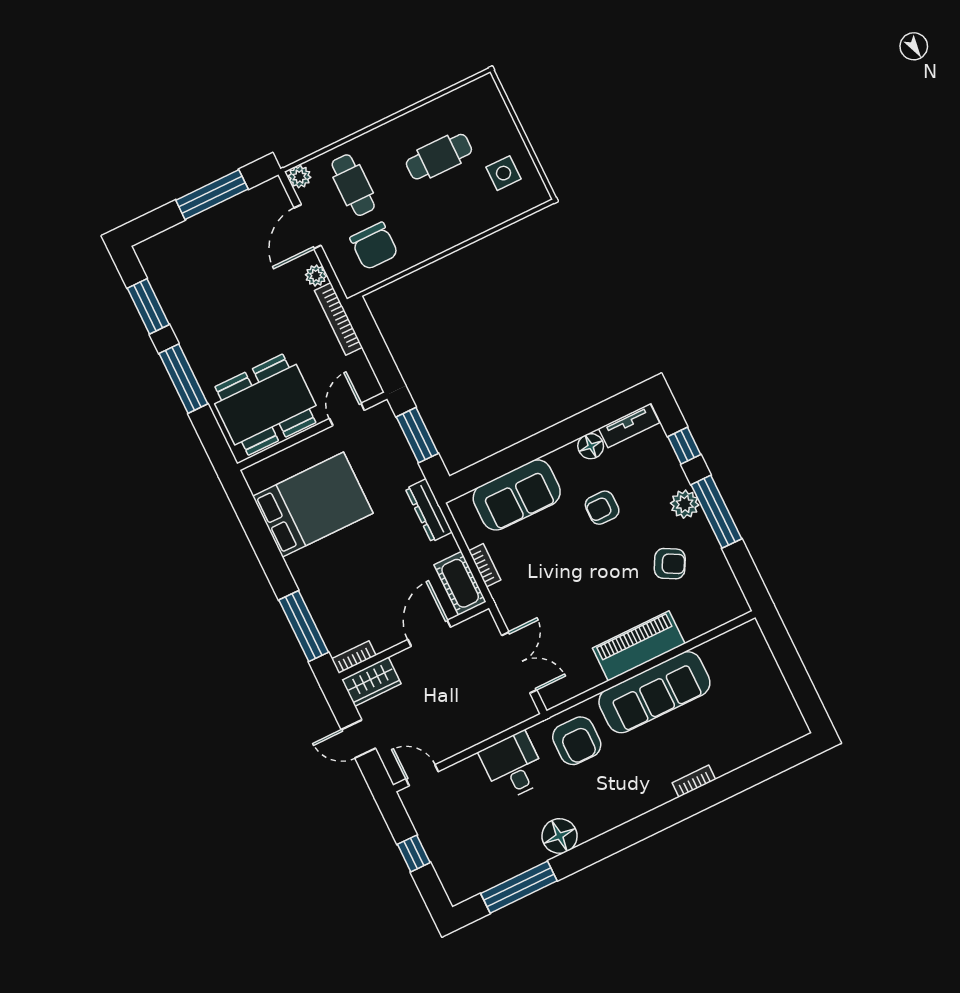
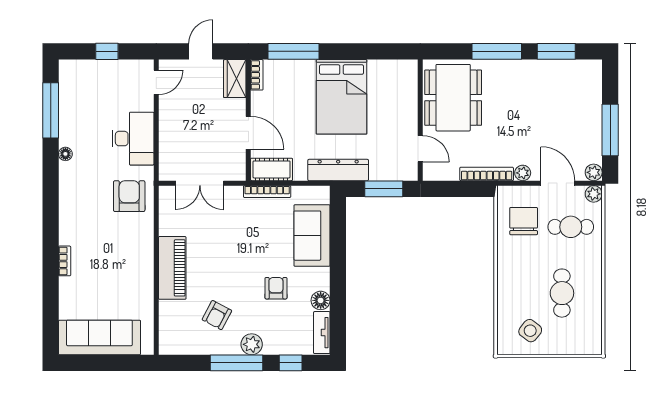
side table: (504, 173) -> (530, 331), turned 38
plant: (273, 189) -> (594, 172), added
chair: (374, 246) -> (524, 221), turned 90
bed: (313, 505) -> (342, 97), moved
dresser: (429, 510) -> (338, 170), width x1.37, depth x1.24
bookcase: (485, 565) -> (267, 192), width x1.56
sofa: (654, 692) -> (99, 337), moved, turned 90
armchair: (577, 741) -> (129, 196), turned 90
desk: (513, 766) -> (133, 139), width x1.37
floor lamp: (560, 836) -> (65, 154), width x0.53, depth x0.53

